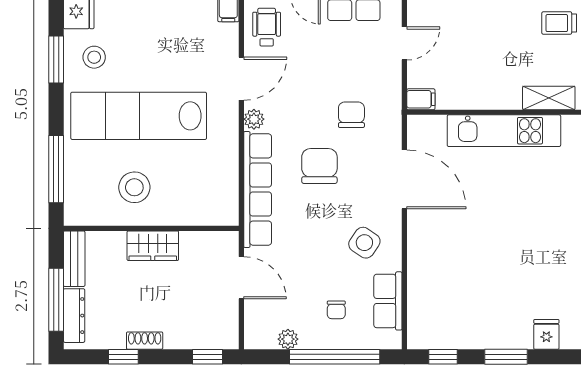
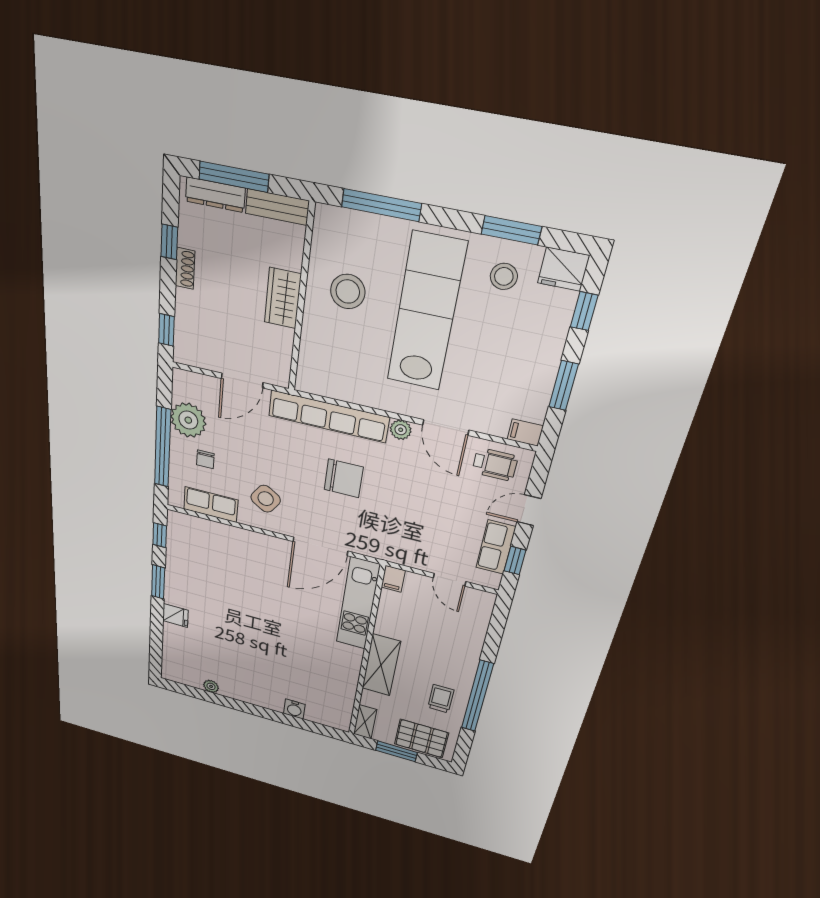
shelving: (549, 98) -> (381, 665), width x1.50, depth x1.33
chair: (351, 115) -> (389, 518), removed
kitchen unit: (504, 131) -> (358, 604), moved
chair: (336, 310) -> (205, 459), turned -90
plant: (288, 339) -> (188, 420), width x1.87, depth x1.87

